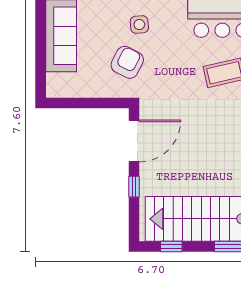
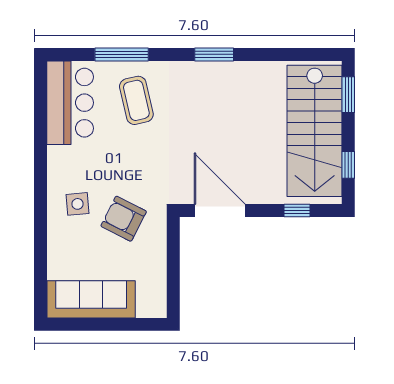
window: (134, 187) -> (297, 210), moved

